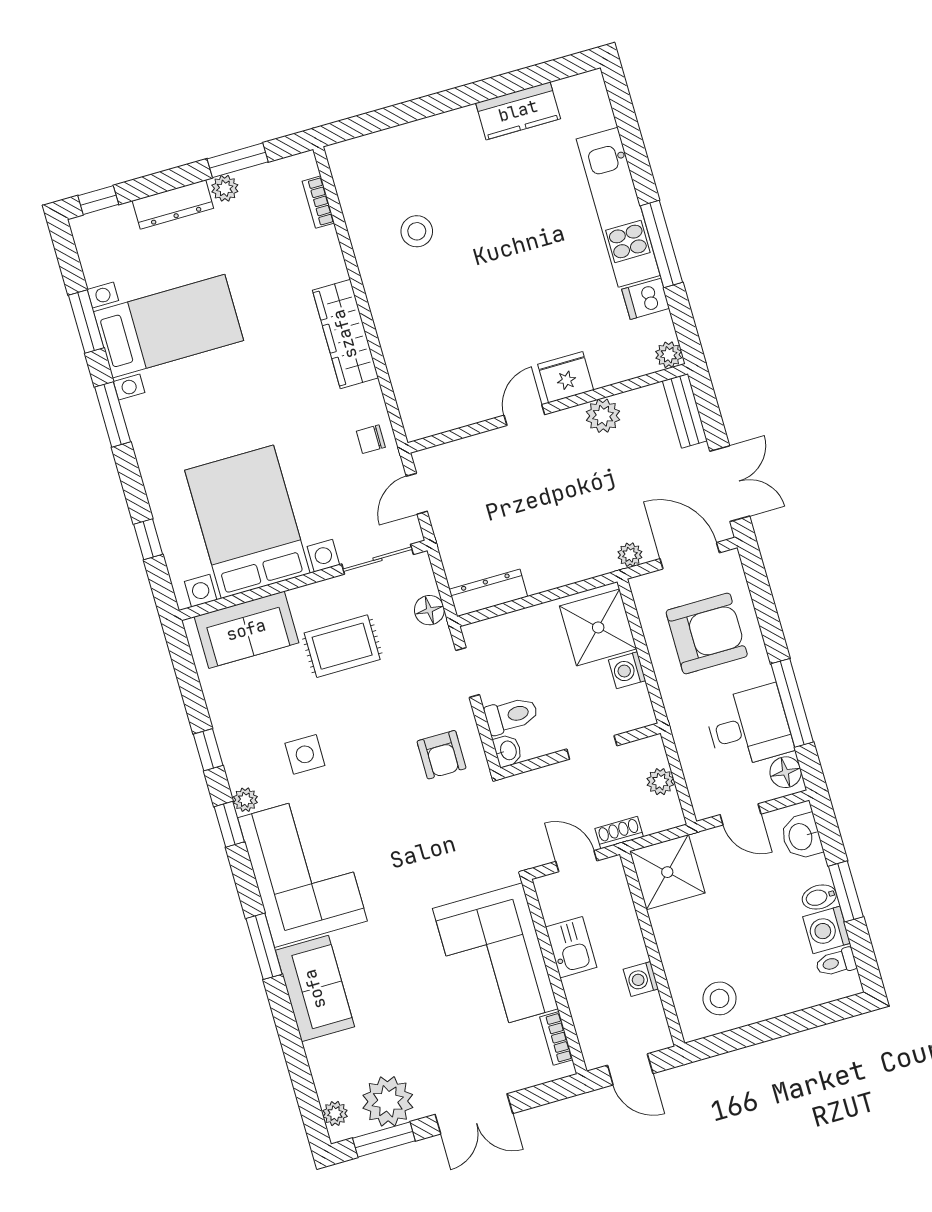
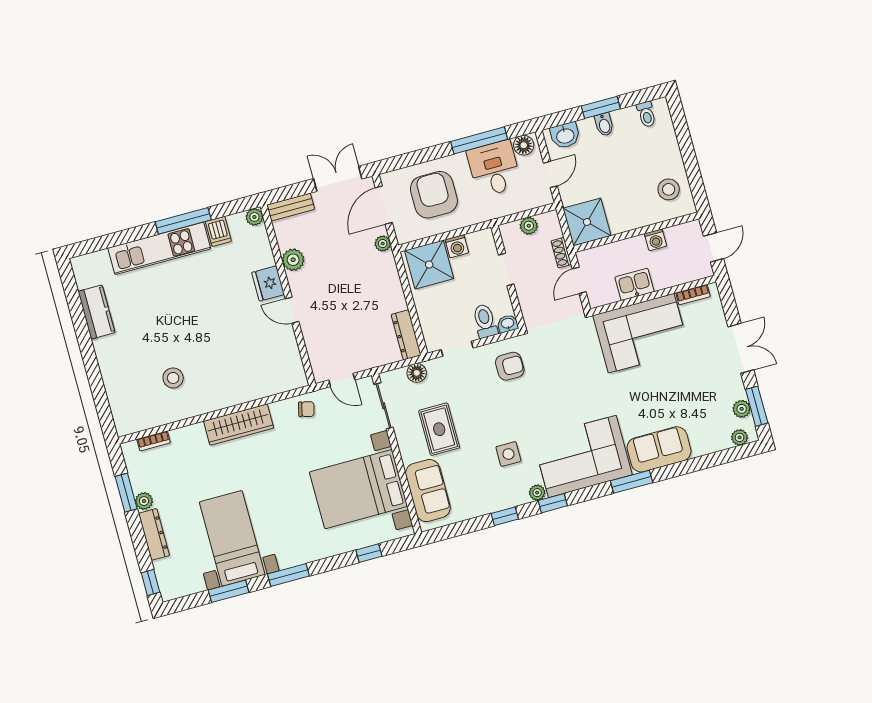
chair: (371, 439) -> (306, 409), turned -76
washing machine: (826, 930) -> (625, 120), removed
plant: (388, 1101) -> (742, 409), width x0.53, depth x0.53

